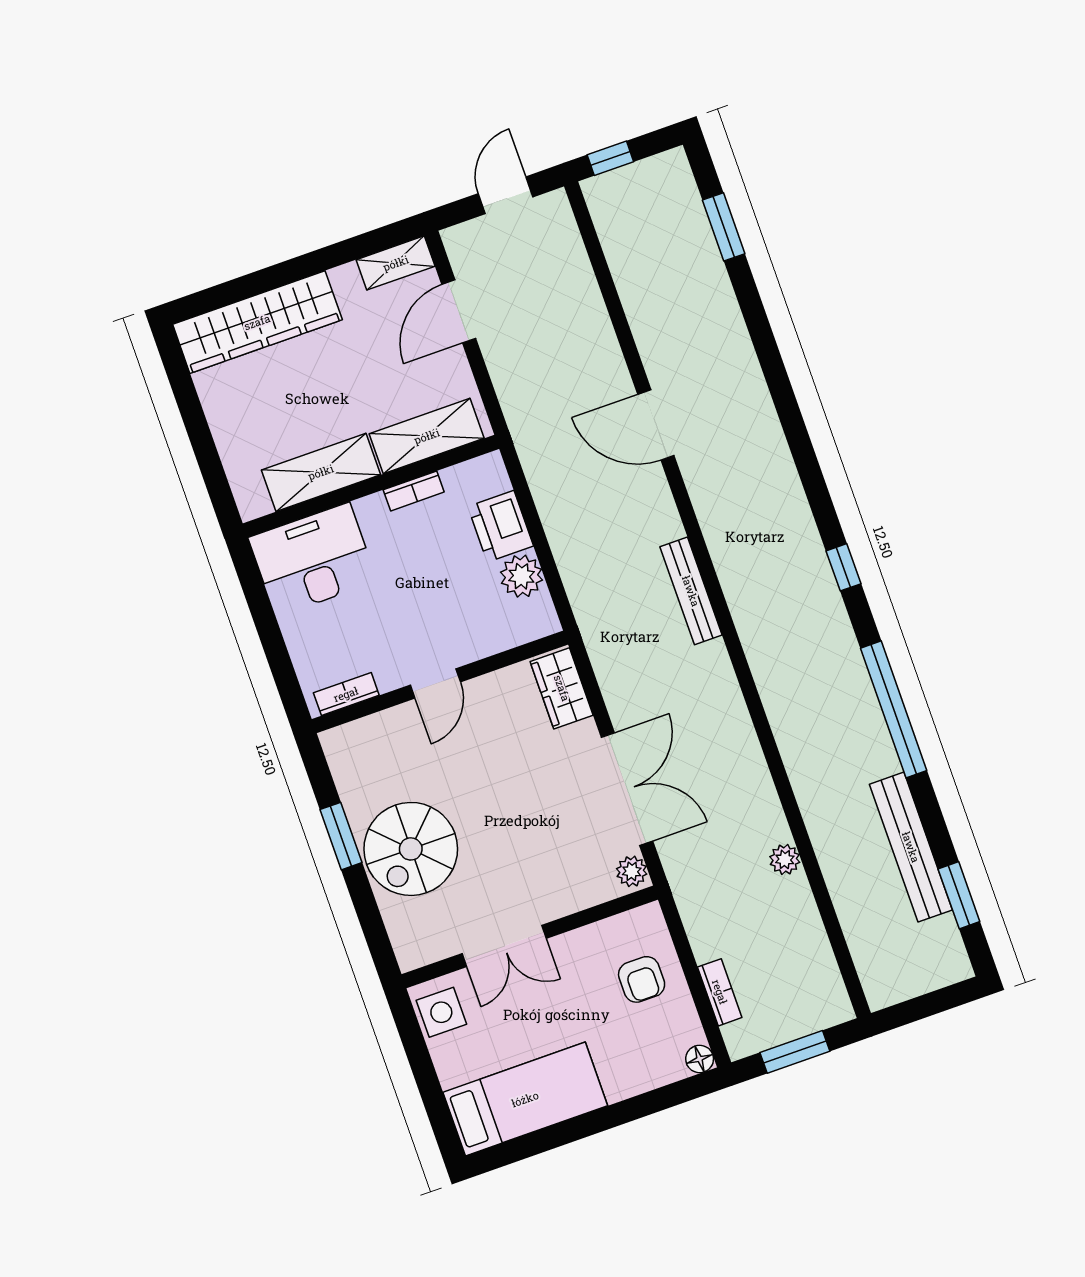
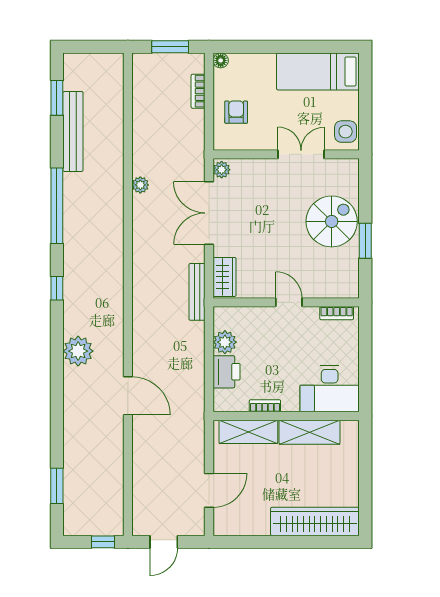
shelving: (396, 263) -> (233, 527), removed
plant: (769, 472) -> (78, 351), added
bench: (691, 591) -> (197, 292), moved
door: (435, 683) -> (289, 302), hinge flipped
plant: (785, 859) -> (140, 185), moved

